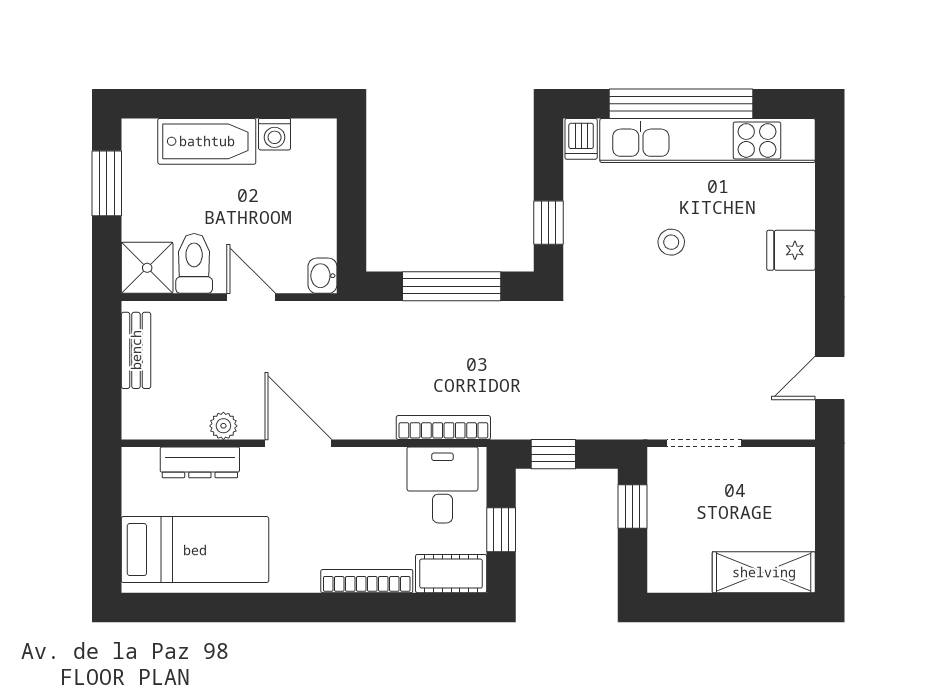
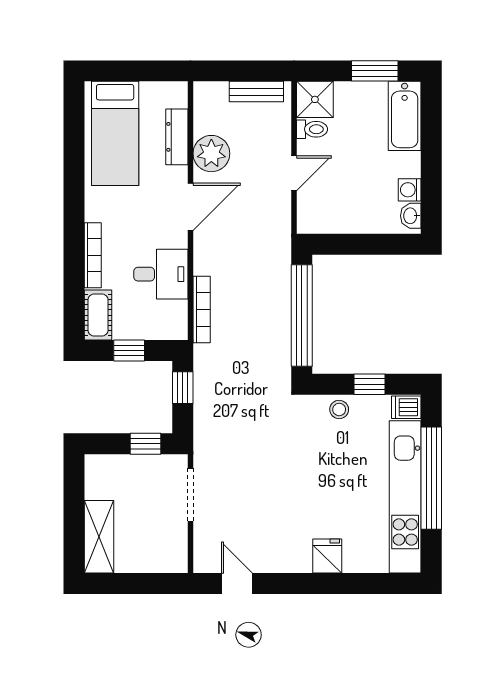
bathtub: (207, 141) -> (405, 116), moved
window: (549, 223) -> (370, 384), moved
stool: (671, 242) -> (339, 409), moved
toilet: (194, 263) -> (312, 129), width x0.73, depth x0.72
washbasin: (322, 276) -> (411, 216), moved, turned -90
window: (452, 286) -> (302, 315), width x1.46
plant: (223, 426) -> (211, 154), width x1.87, depth x1.87
desk: (442, 485) -> (161, 274), moved

